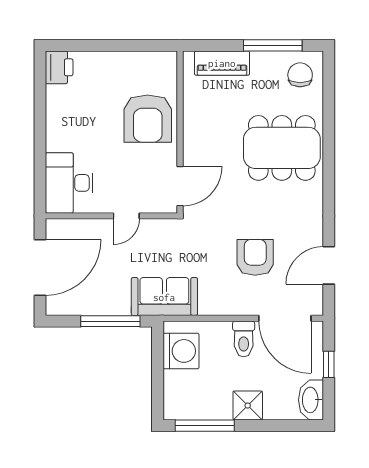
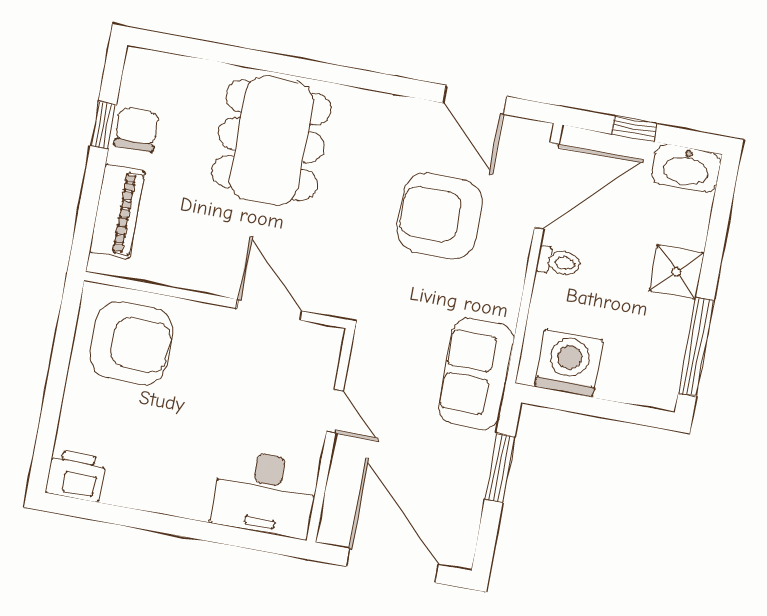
window: (273, 45) -> (103, 125), width x0.46
chair: (300, 75) -> (136, 130), moved, turned 90
armchair: (148, 119) -> (131, 343), moved
door: (180, 186) -> (269, 310), moved
armchair: (255, 257) -> (440, 216), width x1.36, depth x1.36
window: (110, 321) -> (500, 468), width x0.69
toilet: (244, 339) -> (559, 262), width x0.73, depth x0.72

